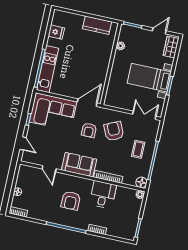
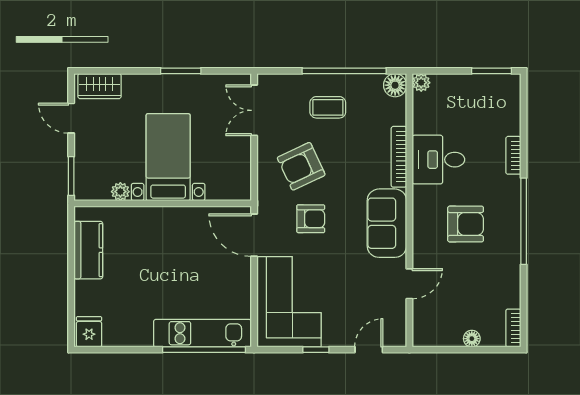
fridge: (56, 32) -> (89, 332), moved
bed with nightstands: (149, 78) -> (168, 157), moved, turned 180

